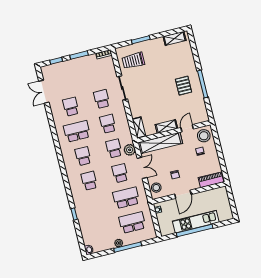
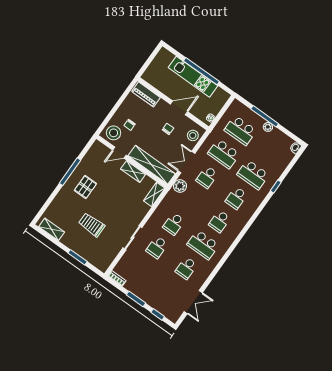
trolley: (133, 61) -> (92, 225), moved, turned 180
school desk: (114, 148) -> (253, 175), moved, width x1.85

